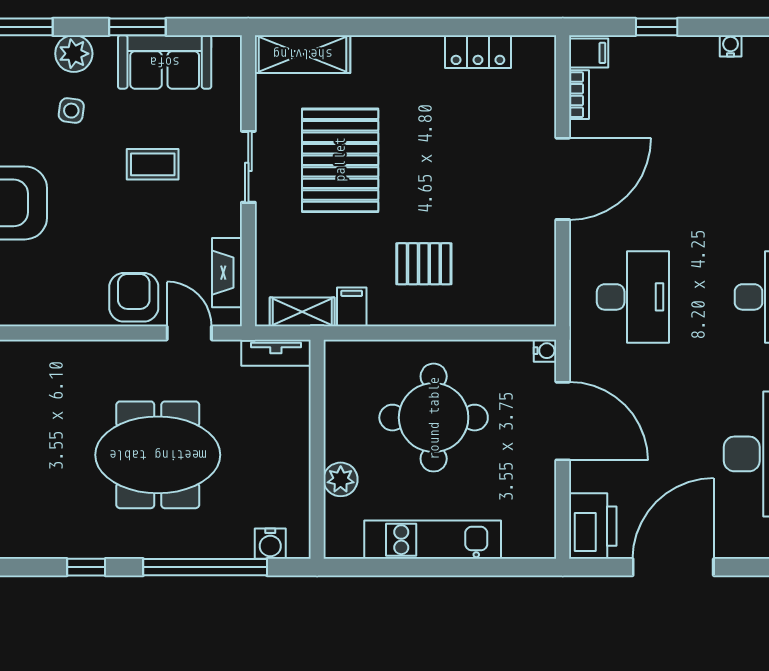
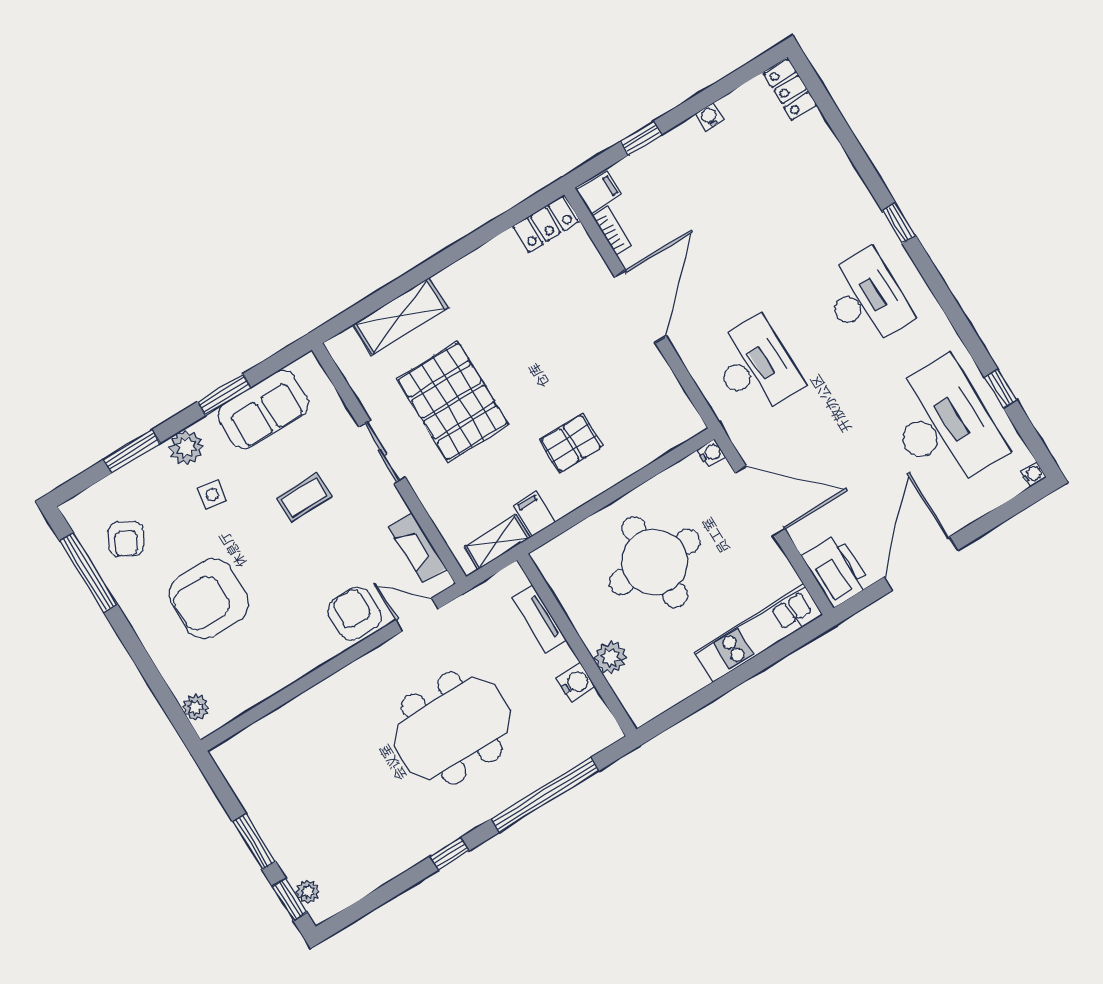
locker: (478, 52) -> (546, 224), moved
shelving: (303, 54) -> (400, 316), moved
tv unit: (276, 353) -> (539, 619), moved, turned 90
kitchen unit: (433, 540) -> (759, 633), moved
water cooler: (270, 544) -> (576, 683), moved, turned -90

